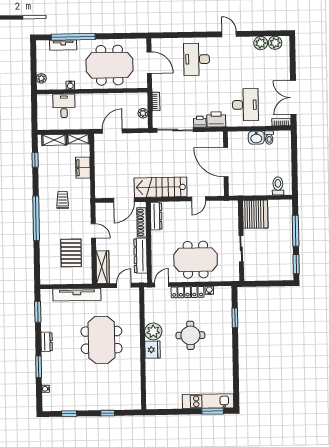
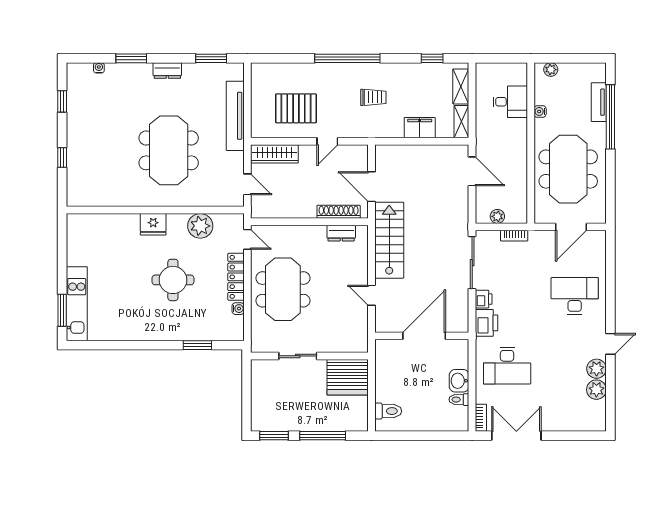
plant: (275, 43) -> (597, 369), moved
dresser: (156, 216) -> (341, 233), width x0.70
dresser: (141, 256) -> (290, 209), removed
plant: (153, 331) -> (200, 226), moved
meeting table: (101, 340) -> (169, 150), turned 90

